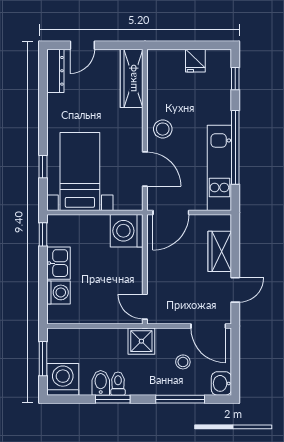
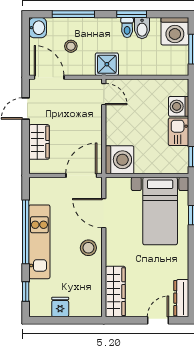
kitchen unit: (219, 168) -> (39, 242), moved

